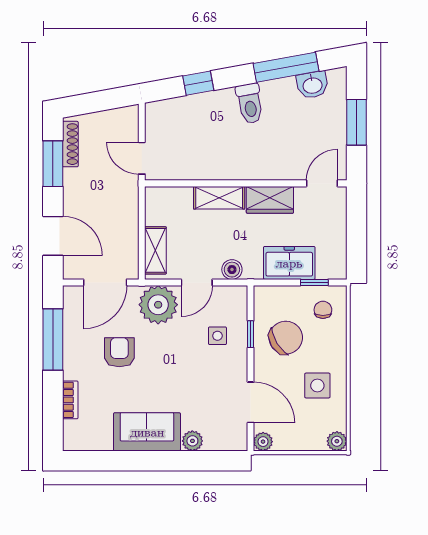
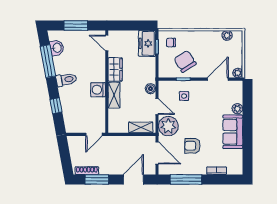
washing machine: (230, 166) -> (98, 90), added
freezer: (289, 263) -> (147, 43), moved
side table: (317, 386) -> (209, 45), removed
plant: (337, 441) -> (227, 35), moved

